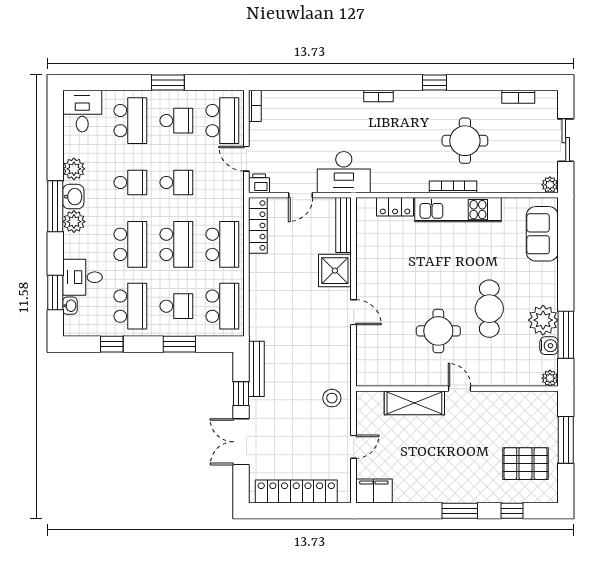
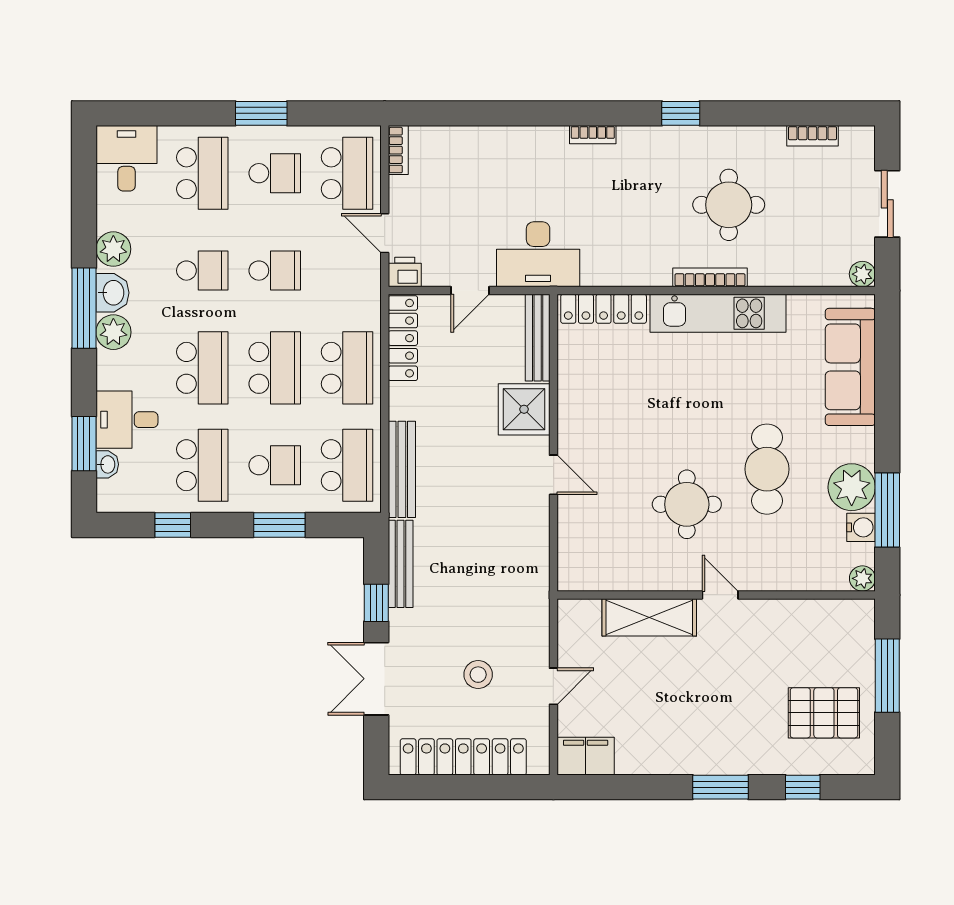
locker: (395, 207) -> (604, 309), width x1.53
sofa: (542, 234) -> (850, 367), width x1.36
bench: (257, 309) -> (402, 469), added
stool: (332, 398) -> (478, 675), moved

